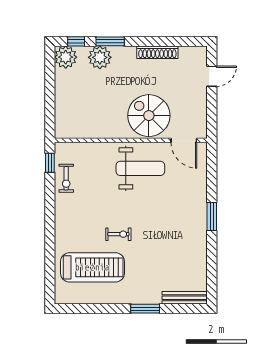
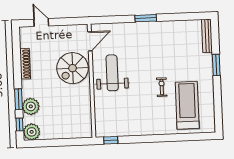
exercise bike: (66, 178) -> (122, 128), removed

